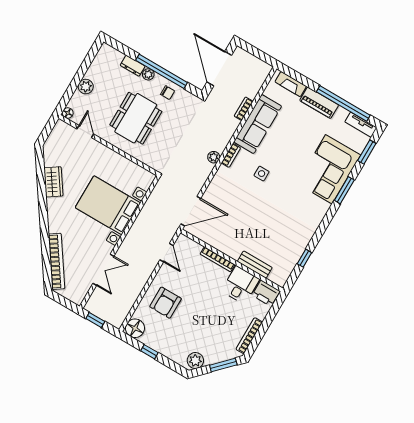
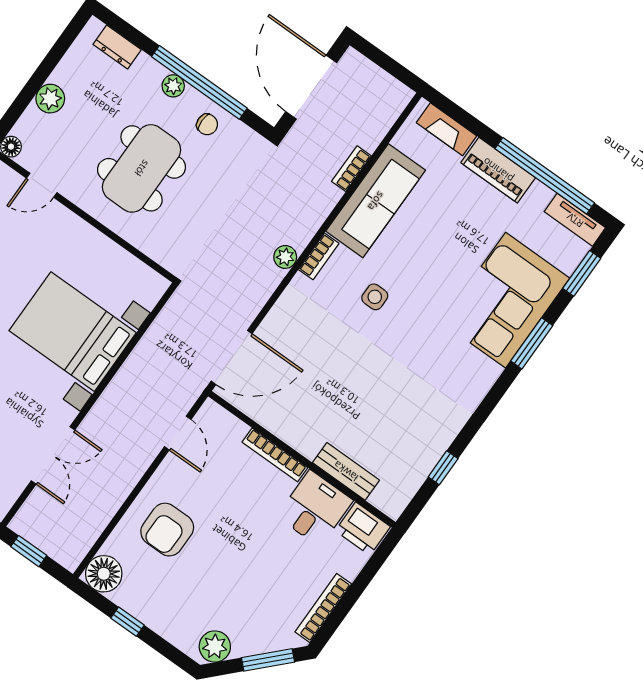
dresser: (133, 66) -> (117, 47), moved
door: (85, 131) -> (42, 185), swing flipped

